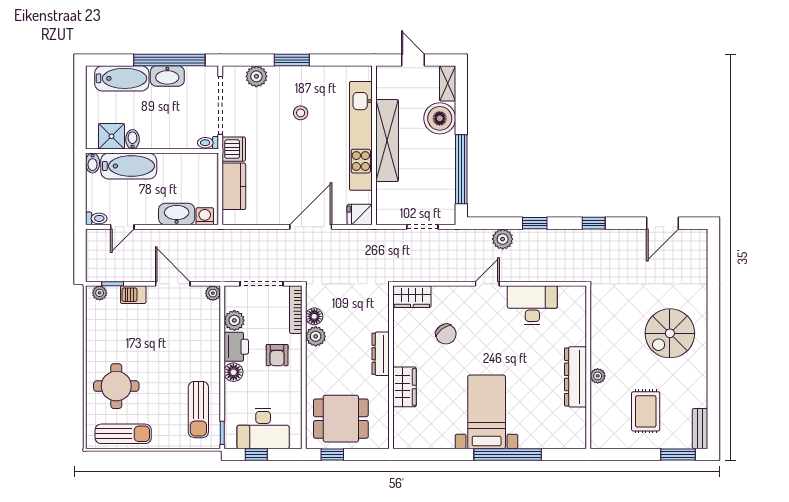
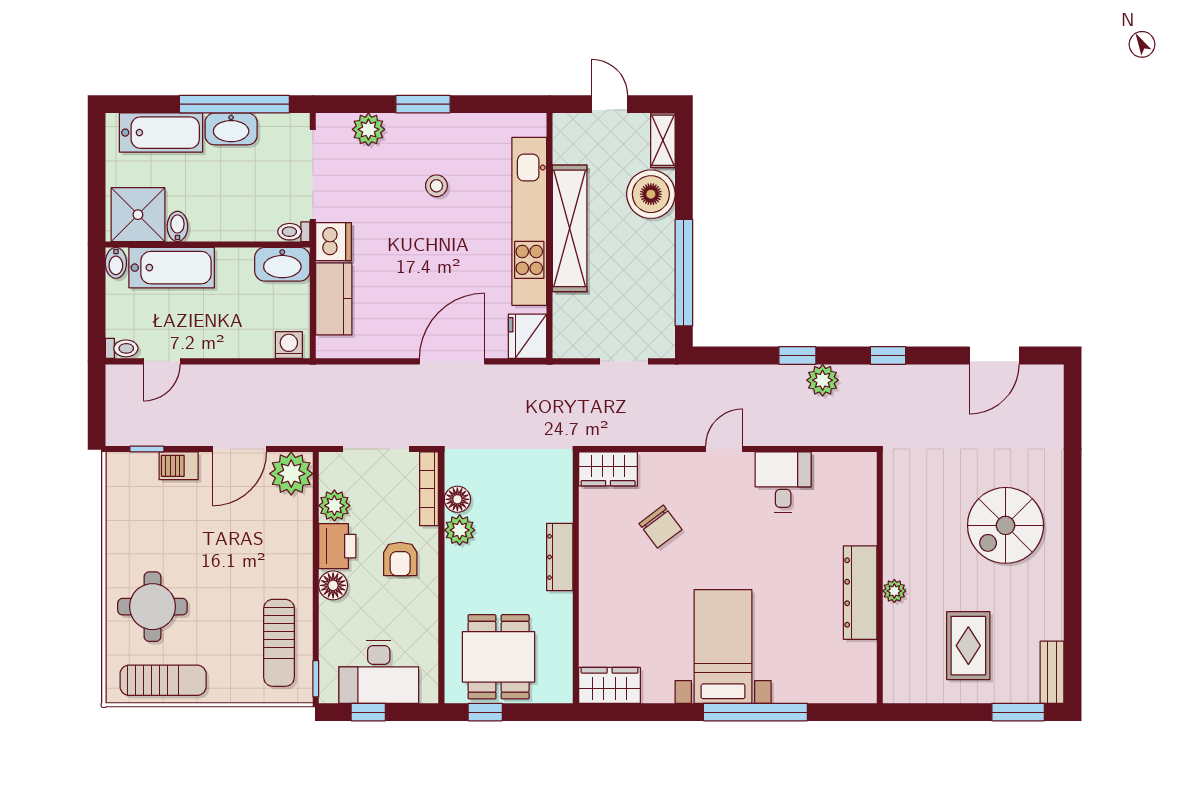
shower: (111, 136) -> (138, 215), width x1.36, depth x1.36
washbasin: (177, 214) -> (282, 264), moved, turned 180
fridge: (360, 215) -> (527, 336), width x1.38
plant: (503, 239) -> (823, 380), moved
door: (173, 284) -> (240, 449), swing flipped
plant: (100, 293) -> (127, 463), removed
plant: (213, 293) -> (291, 474), width x1.87, depth x1.87
desk: (532, 305) -> (783, 482), width x0.73
wardrobe: (405, 387) -> (610, 685), moved, turned -90
dining table: (341, 419) -> (499, 657), turned 90

